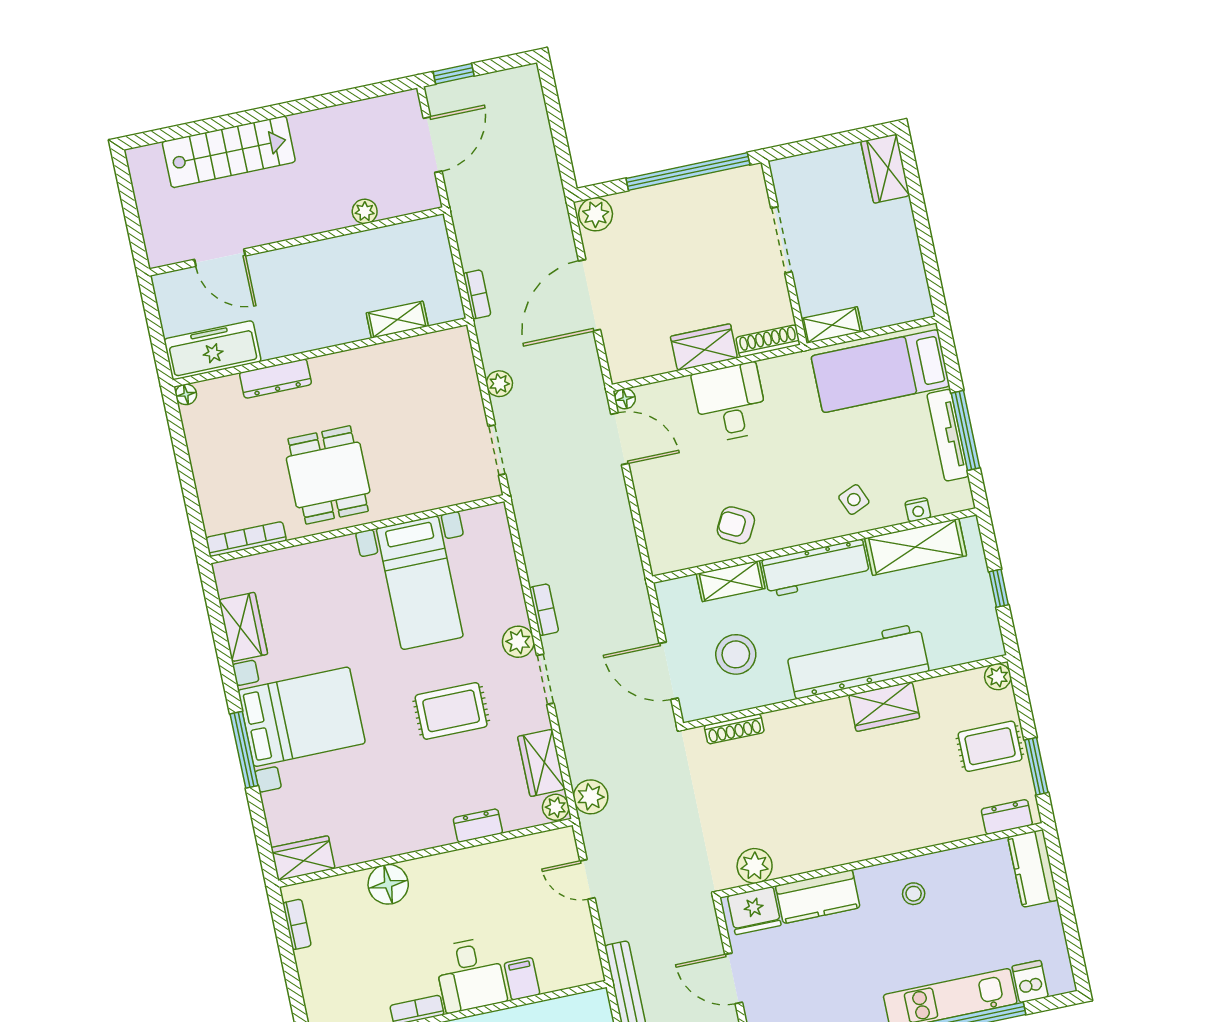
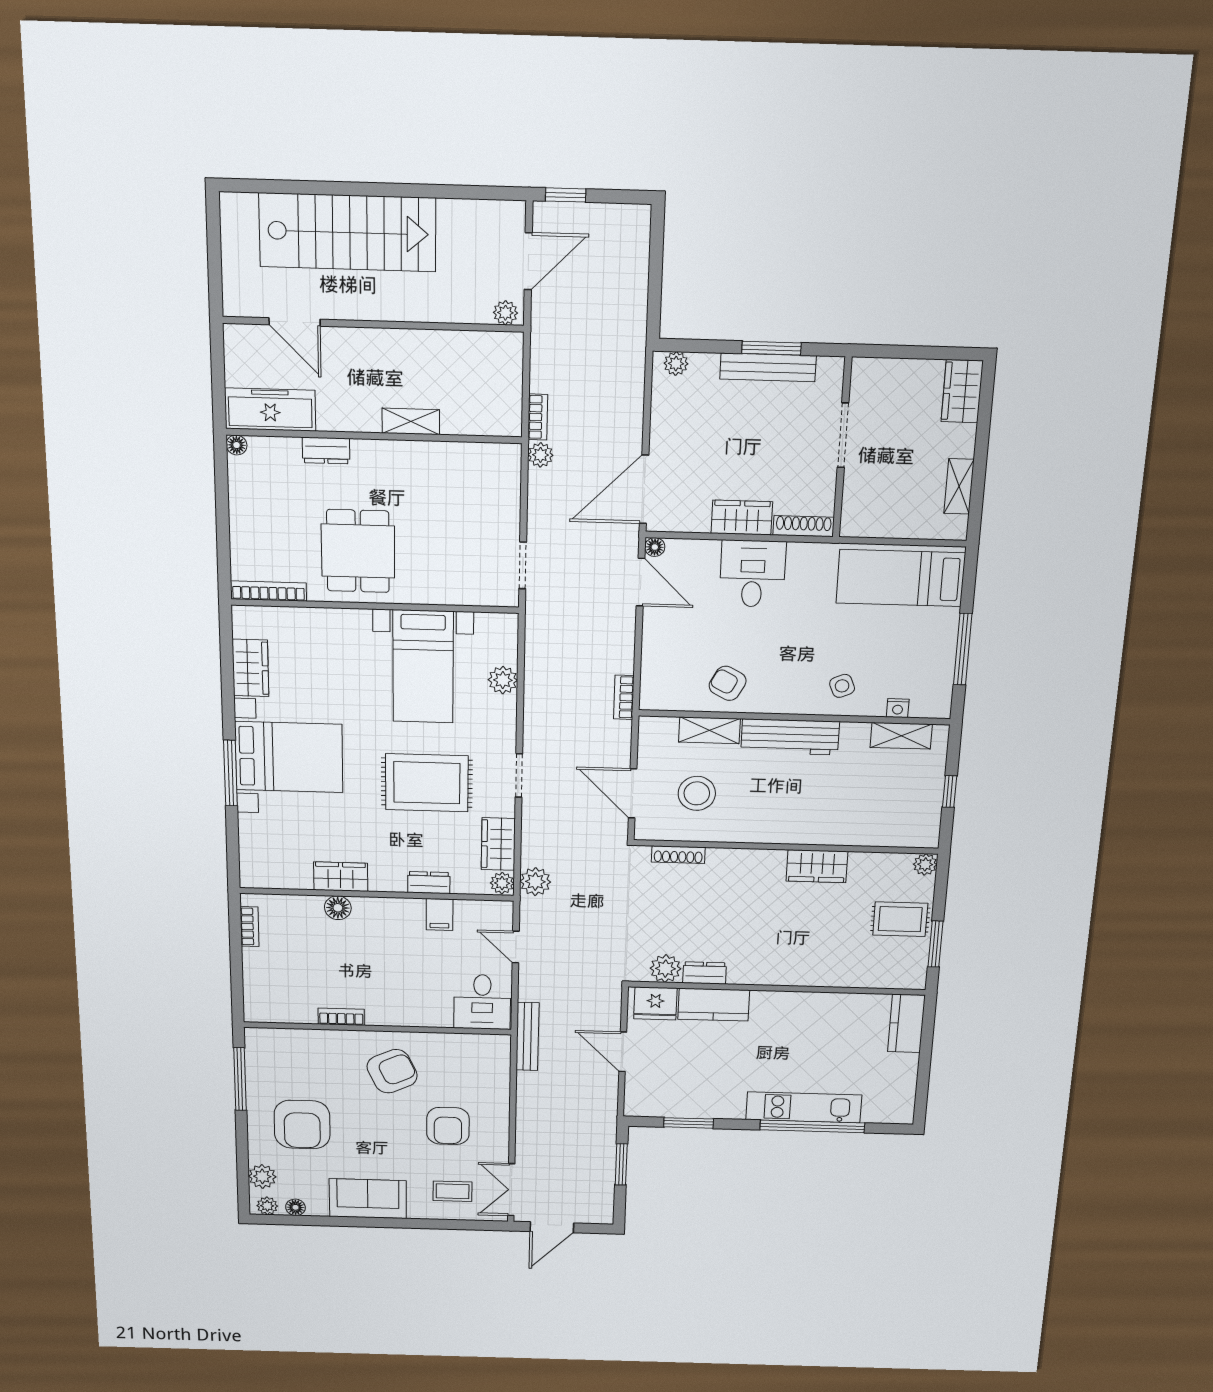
stairs: (229, 152) -> (347, 232), width x1.36, depth x1.51
window: (688, 171) -> (771, 348), width x0.47
bench: (690, 191) -> (768, 367), added
plant: (365, 211) -> (505, 313), moved
plant: (596, 214) -> (676, 364), width x0.73, depth x0.73
door: (590, 295) -> (644, 489), moved
shelving: (397, 320) -> (411, 421), moved
shelving: (832, 325) -> (959, 486), moved, turned 90
dresser: (275, 379) -> (326, 450), width x0.70
plant: (499, 384) -> (540, 455), moved
tv unit: (948, 435) -> (945, 650), removed
shelving: (916, 547) -> (901, 736), width x0.67, depth x0.75
bookcase: (544, 610) -> (624, 697), moved, turned 180
plant: (518, 642) -> (503, 680), moved
workbench: (858, 661) -> (804, 824), removed
rug: (451, 711) -> (427, 783), width x1.36, depth x1.43
dresser: (1007, 817) -> (705, 973), moved
wardrobe: (303, 858) -> (341, 877), moved
floor lamp: (388, 884) -> (338, 908), width x0.73, depth x0.73
stool: (914, 894) -> (797, 1020), removed
desk: (470, 975) -> (482, 1002), moved
filing cabinet: (522, 979) -> (440, 915), moved, turned 180
dishwasher: (1030, 982) -> (876, 1109), removed

